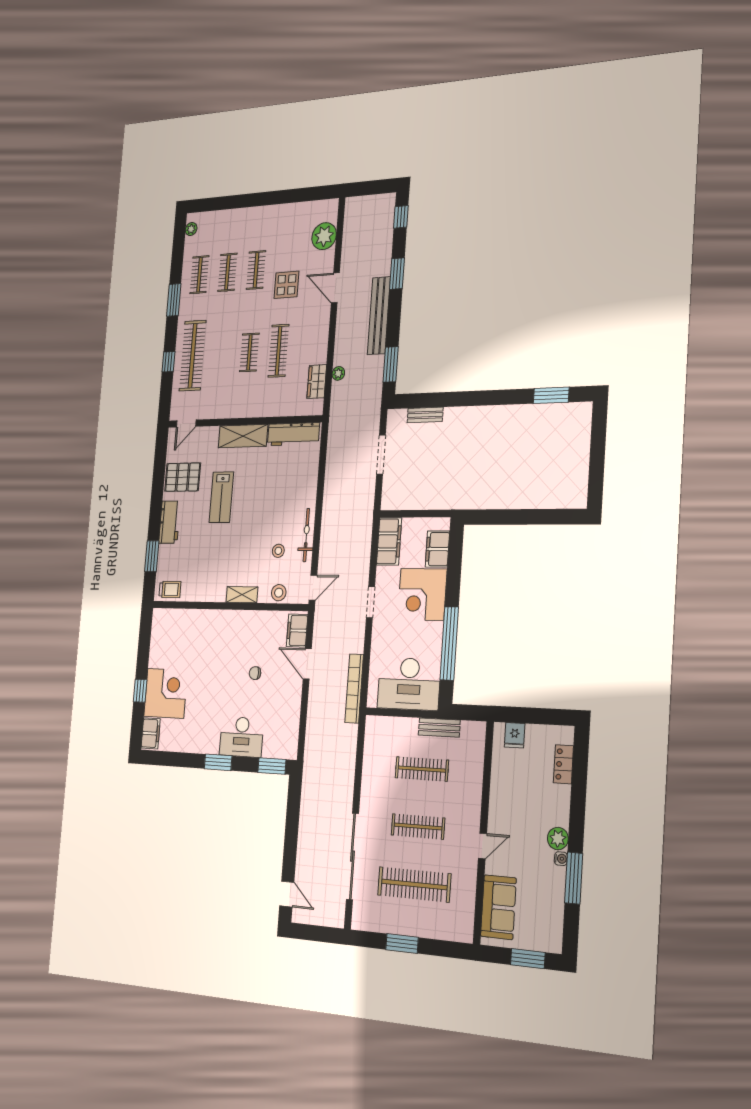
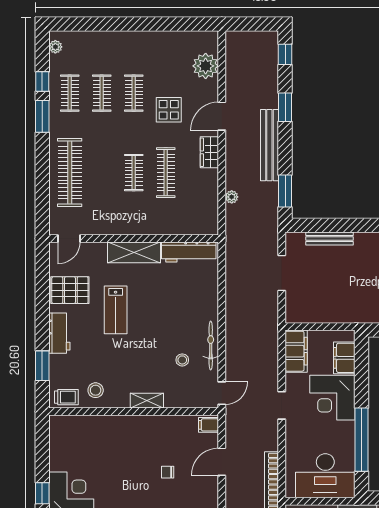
door: (335, 288) -> (222, 116), hinge flipped
window: (168, 362) -> (42, 81), moved
wardrobe: (317, 381) -> (209, 152), moved
bench: (425, 415) -> (330, 238), width x1.36
stool: (279, 593) -> (96, 390), moved
filing cabinet: (297, 631) -> (209, 425), width x0.50
door: (307, 664) -> (222, 462), hinge flipped

